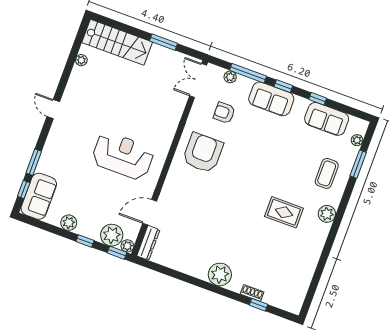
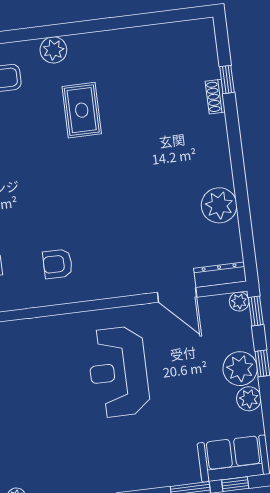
armchair: (203, 153) -> (58, 264), width x0.53, depth x0.53
plant: (112, 235) -> (240, 369), moved
plant: (220, 274) -> (219, 205), moved

